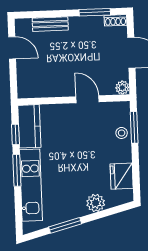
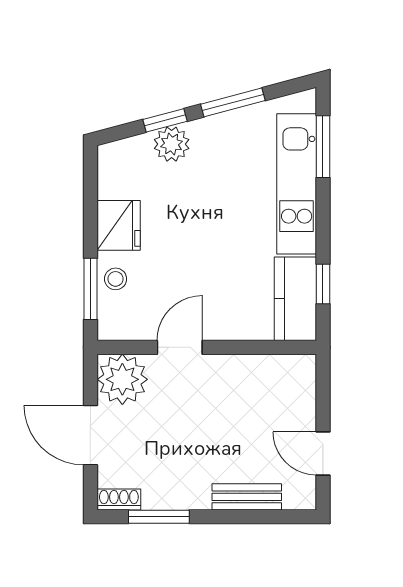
plant: (122, 88) -> (122, 379), width x1.87, depth x1.87
door: (87, 99) -> (180, 347), swing flipped
window: (17, 170) -> (323, 147), moved
fridge: (122, 176) -> (119, 225), moved
window: (99, 215) -> (165, 120), added

